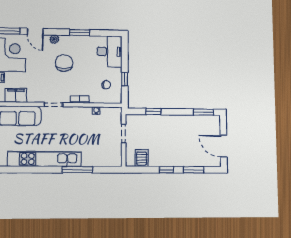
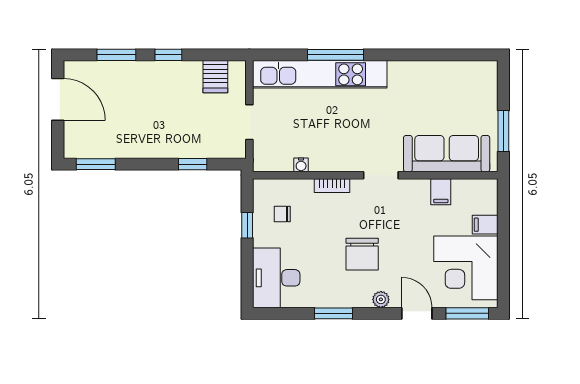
filing cabinet: (16, 95) -> (441, 192), width x0.50
kitchen unit: (45, 159) -> (320, 74), moved

